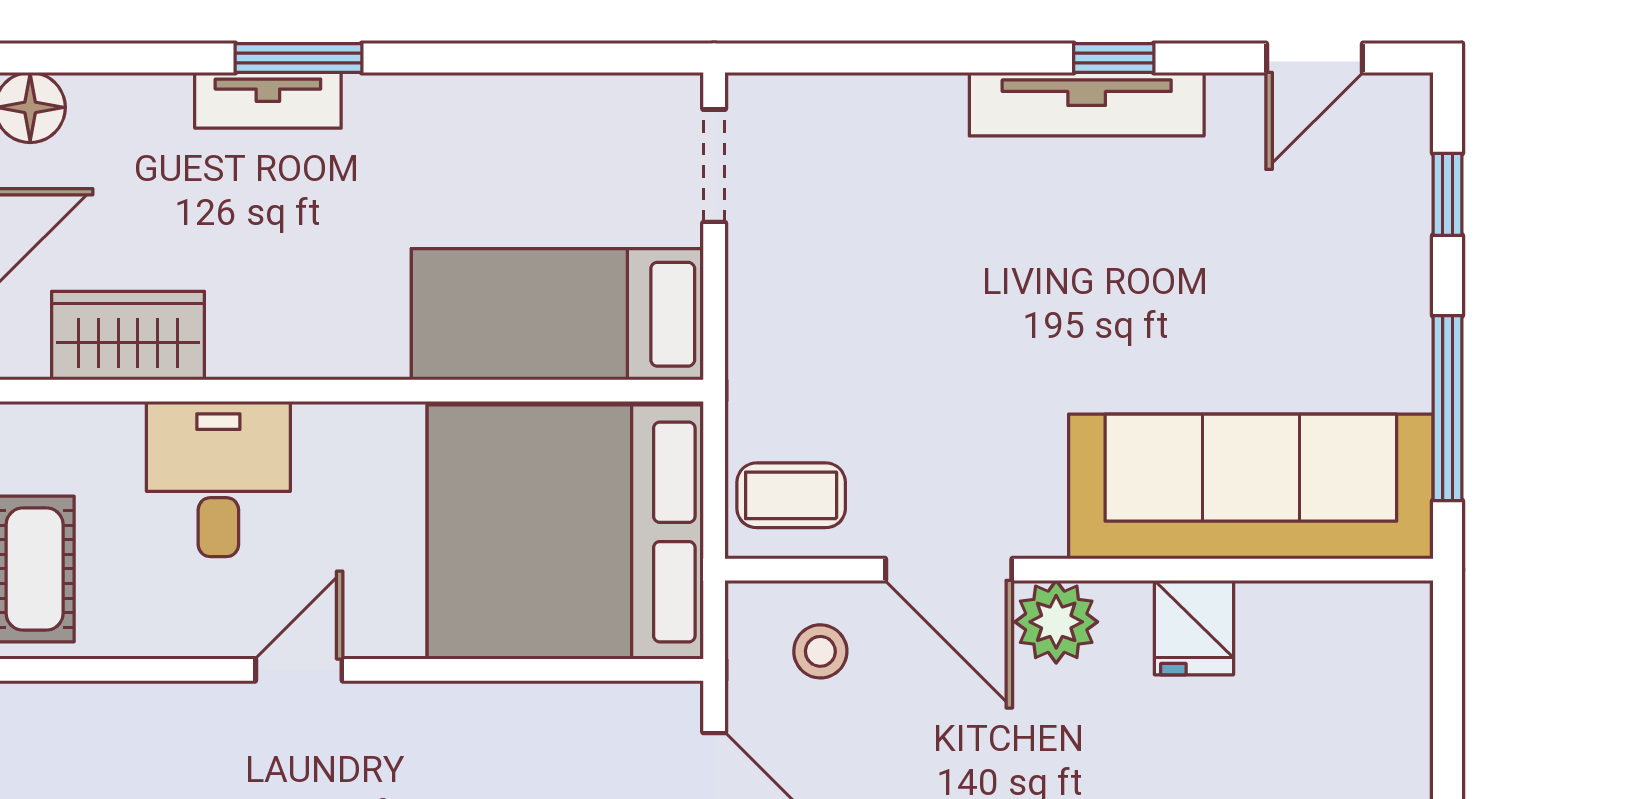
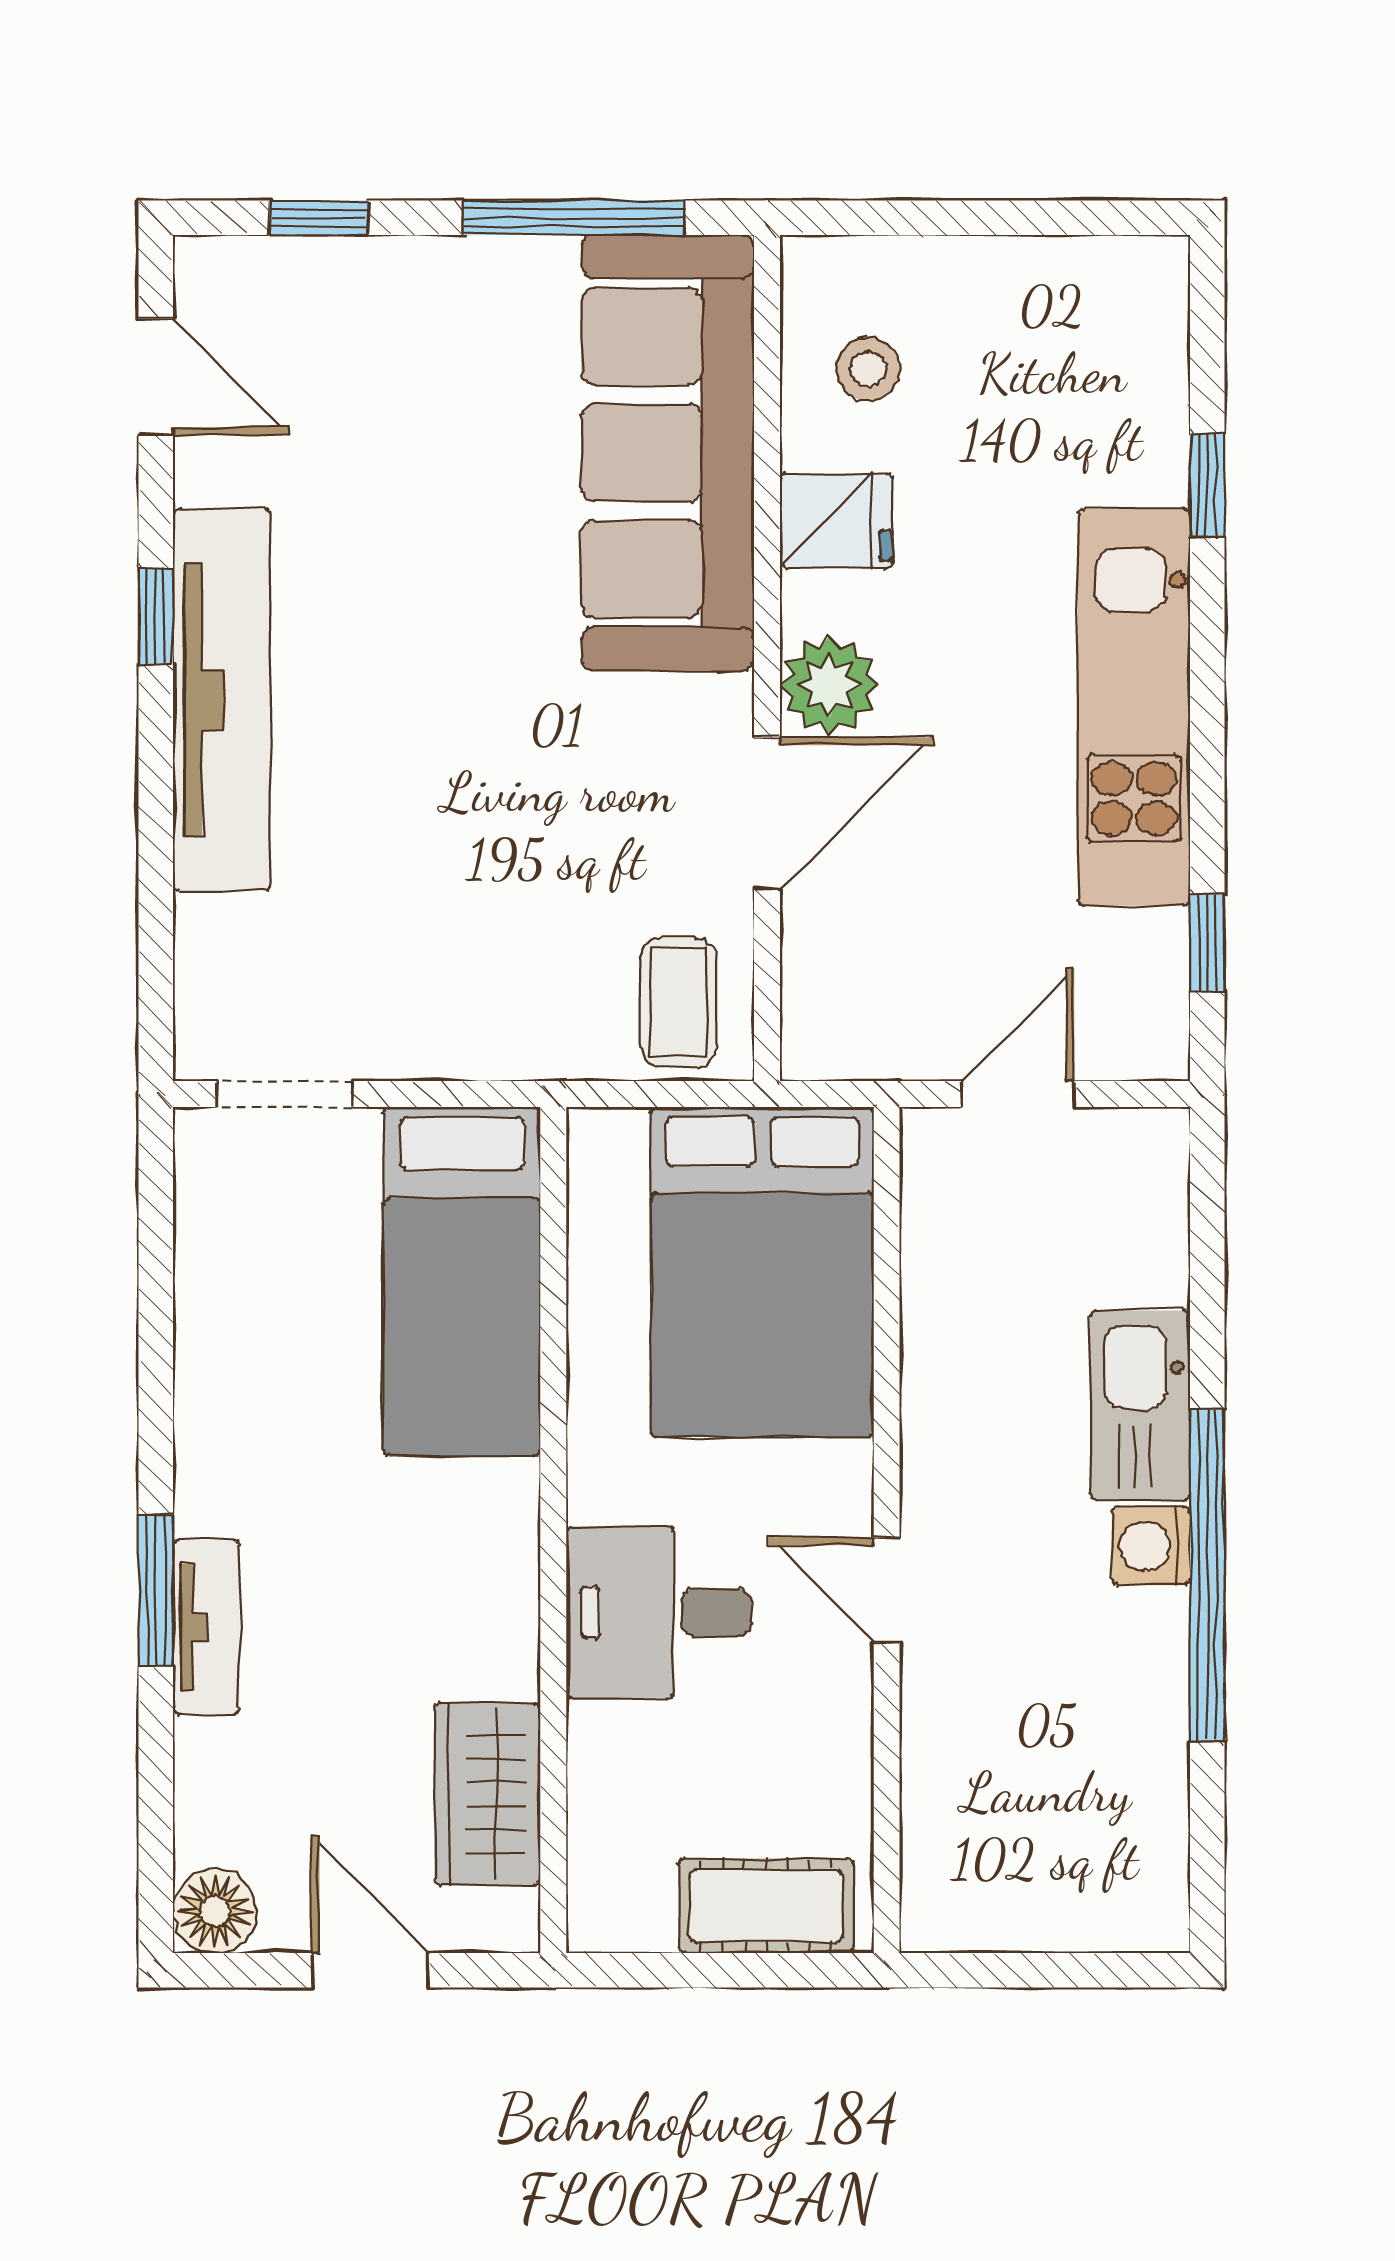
tv unit: (1087, 104) -> (222, 700), width x1.36, depth x1.29
desk: (218, 479) -> (659, 1612), moved
bed: (565, 532) -> (762, 1272), width x0.73
stool: (820, 651) -> (868, 369), moved

